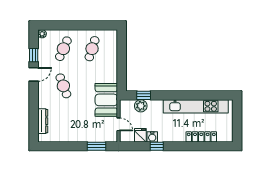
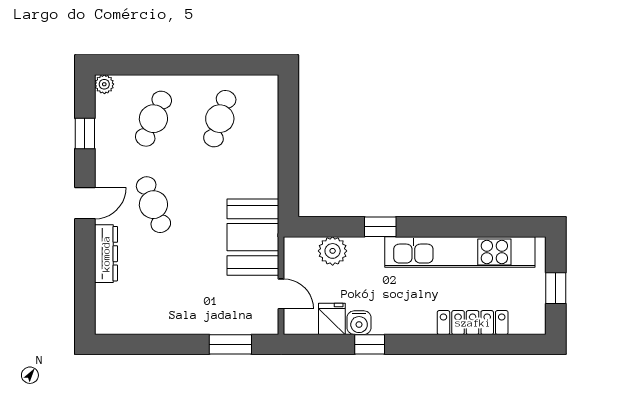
door: (34, 74) -> (85, 203), moved
window: (144, 95) -> (380, 227), moved
dresser: (43, 121) -> (106, 254), moved
window: (237, 122) -> (556, 288), added

